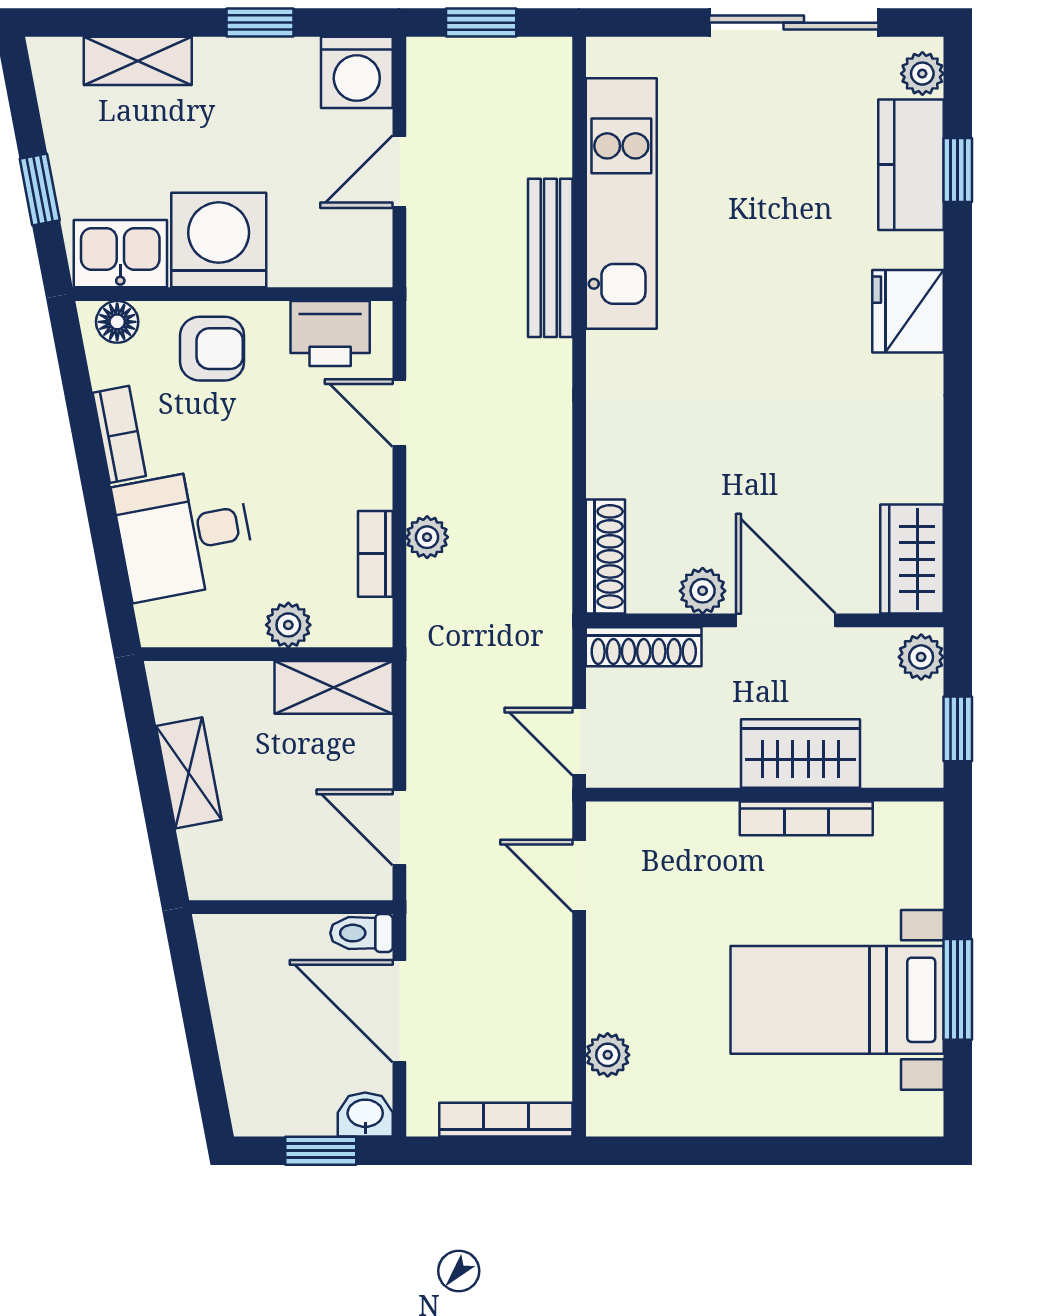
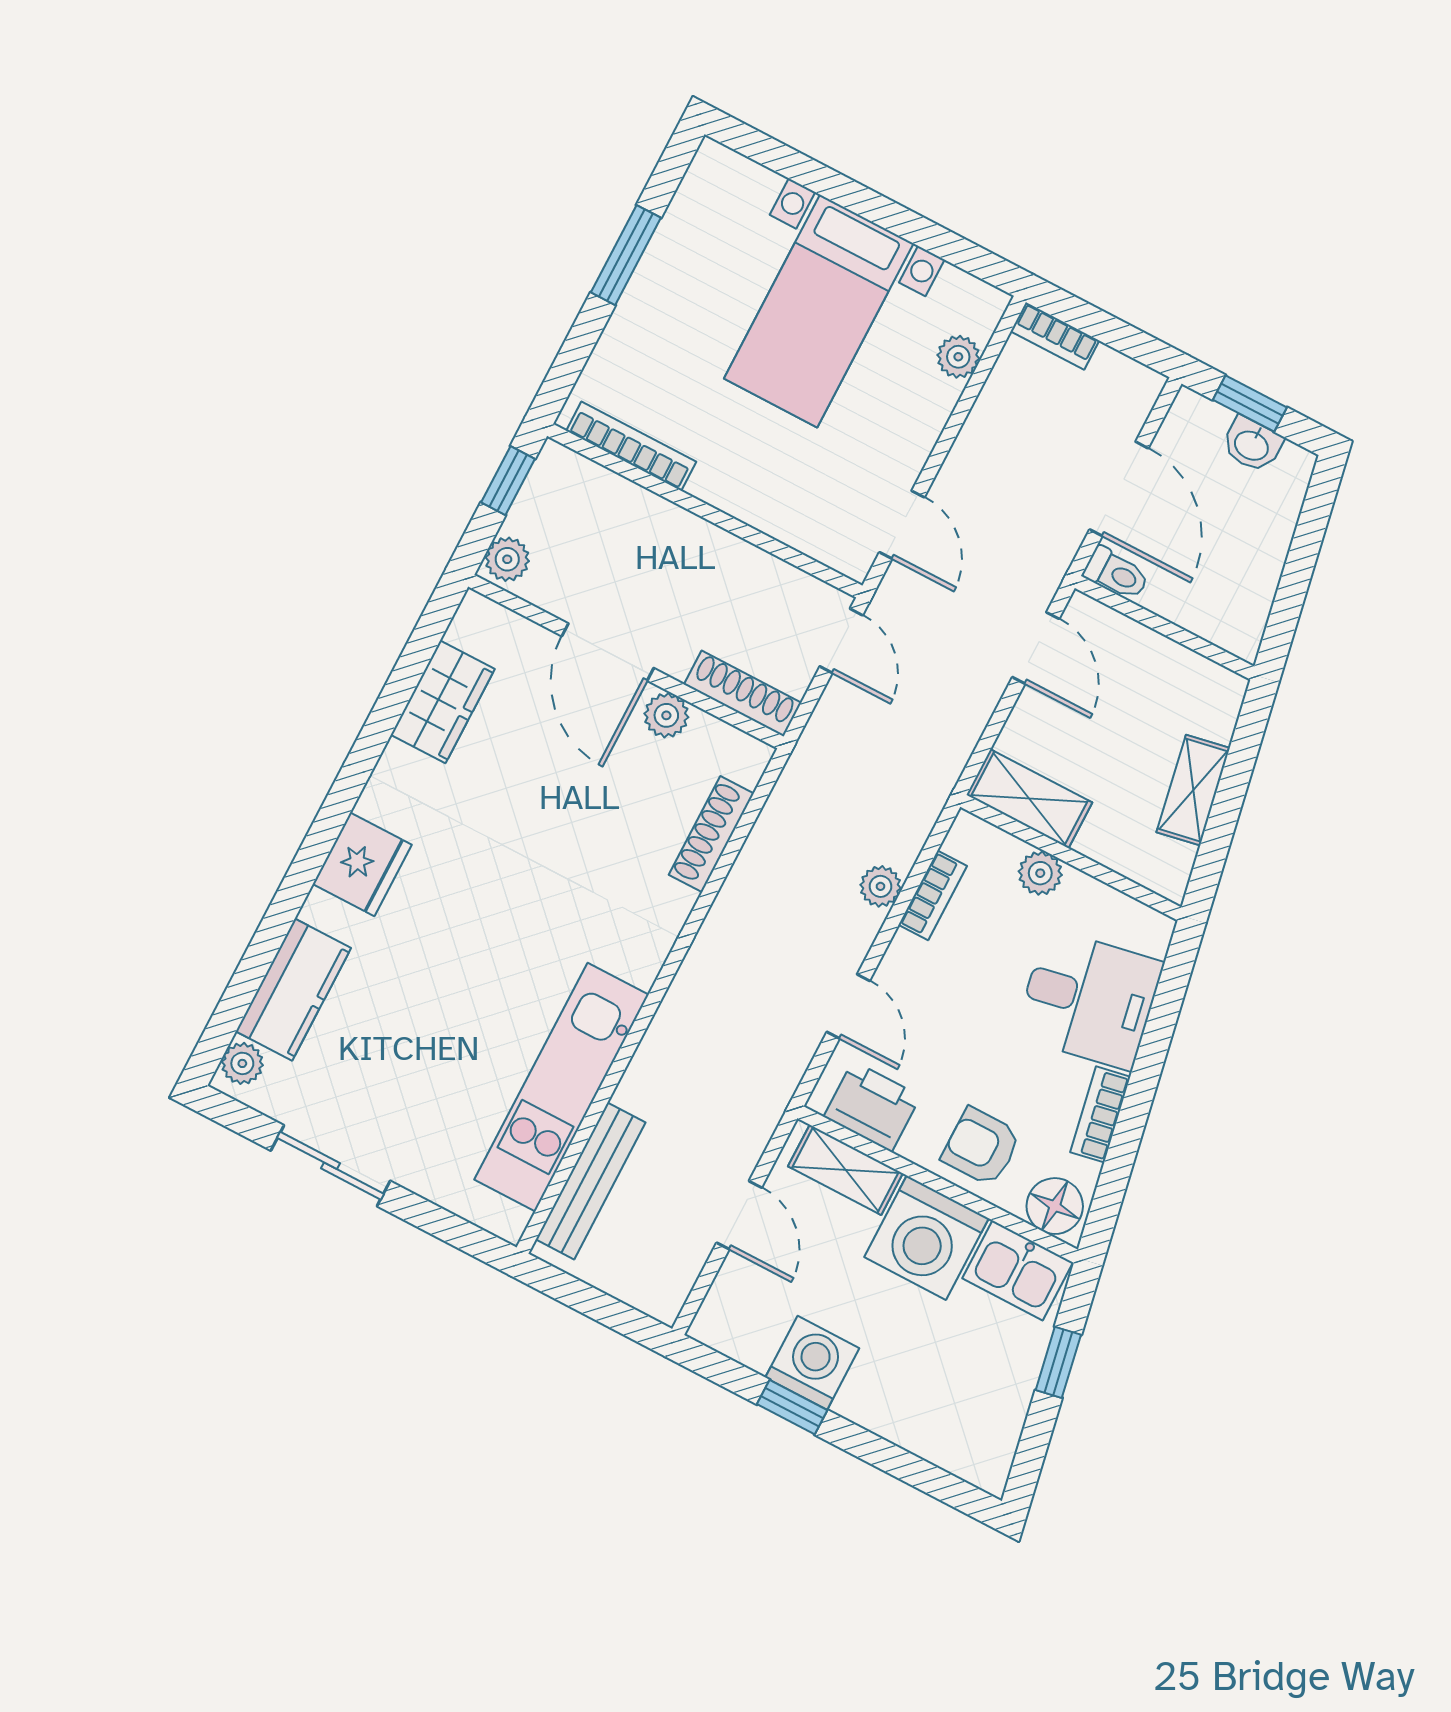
window: (481, 23) -> (601, 1307), removed
sliding door: (794, 23) -> (331, 1166), width x0.73
shelving: (138, 61) -> (845, 1170), moved
washing machine: (357, 72) -> (812, 1363), moved
window: (958, 170) -> (255, 964), removed
door: (399, 172) -> (739, 1215), hinge flipped
bench: (550, 258) -> (591, 1181), moved
floor lamp: (117, 322) -> (1055, 1206), width x1.37, depth x1.37
shoe rack: (605, 556) -> (711, 834), moved
wardrobe: (912, 559) -> (443, 702), moved
wardrobe: (800, 754) -> (655, 530), removed
bookcase: (806, 818) -> (631, 446), moved
bed with nightstands: (837, 1000) -> (819, 311), moved, turned 90
washbasin: (365, 1115) -> (1252, 445), moved
bookcase: (506, 1120) -> (1055, 336), width x0.64

